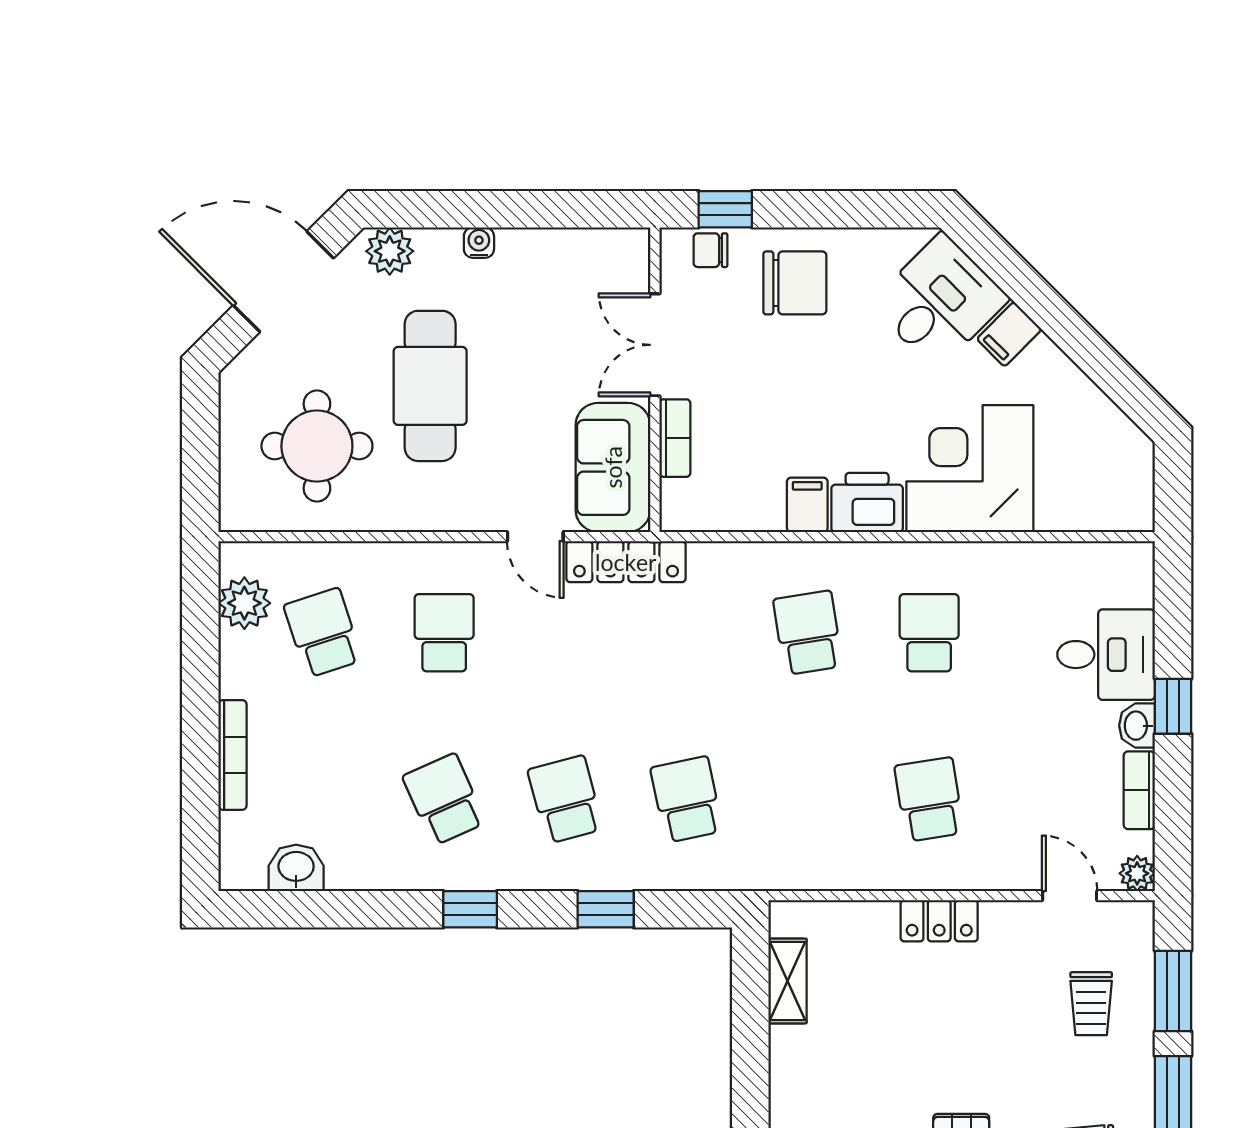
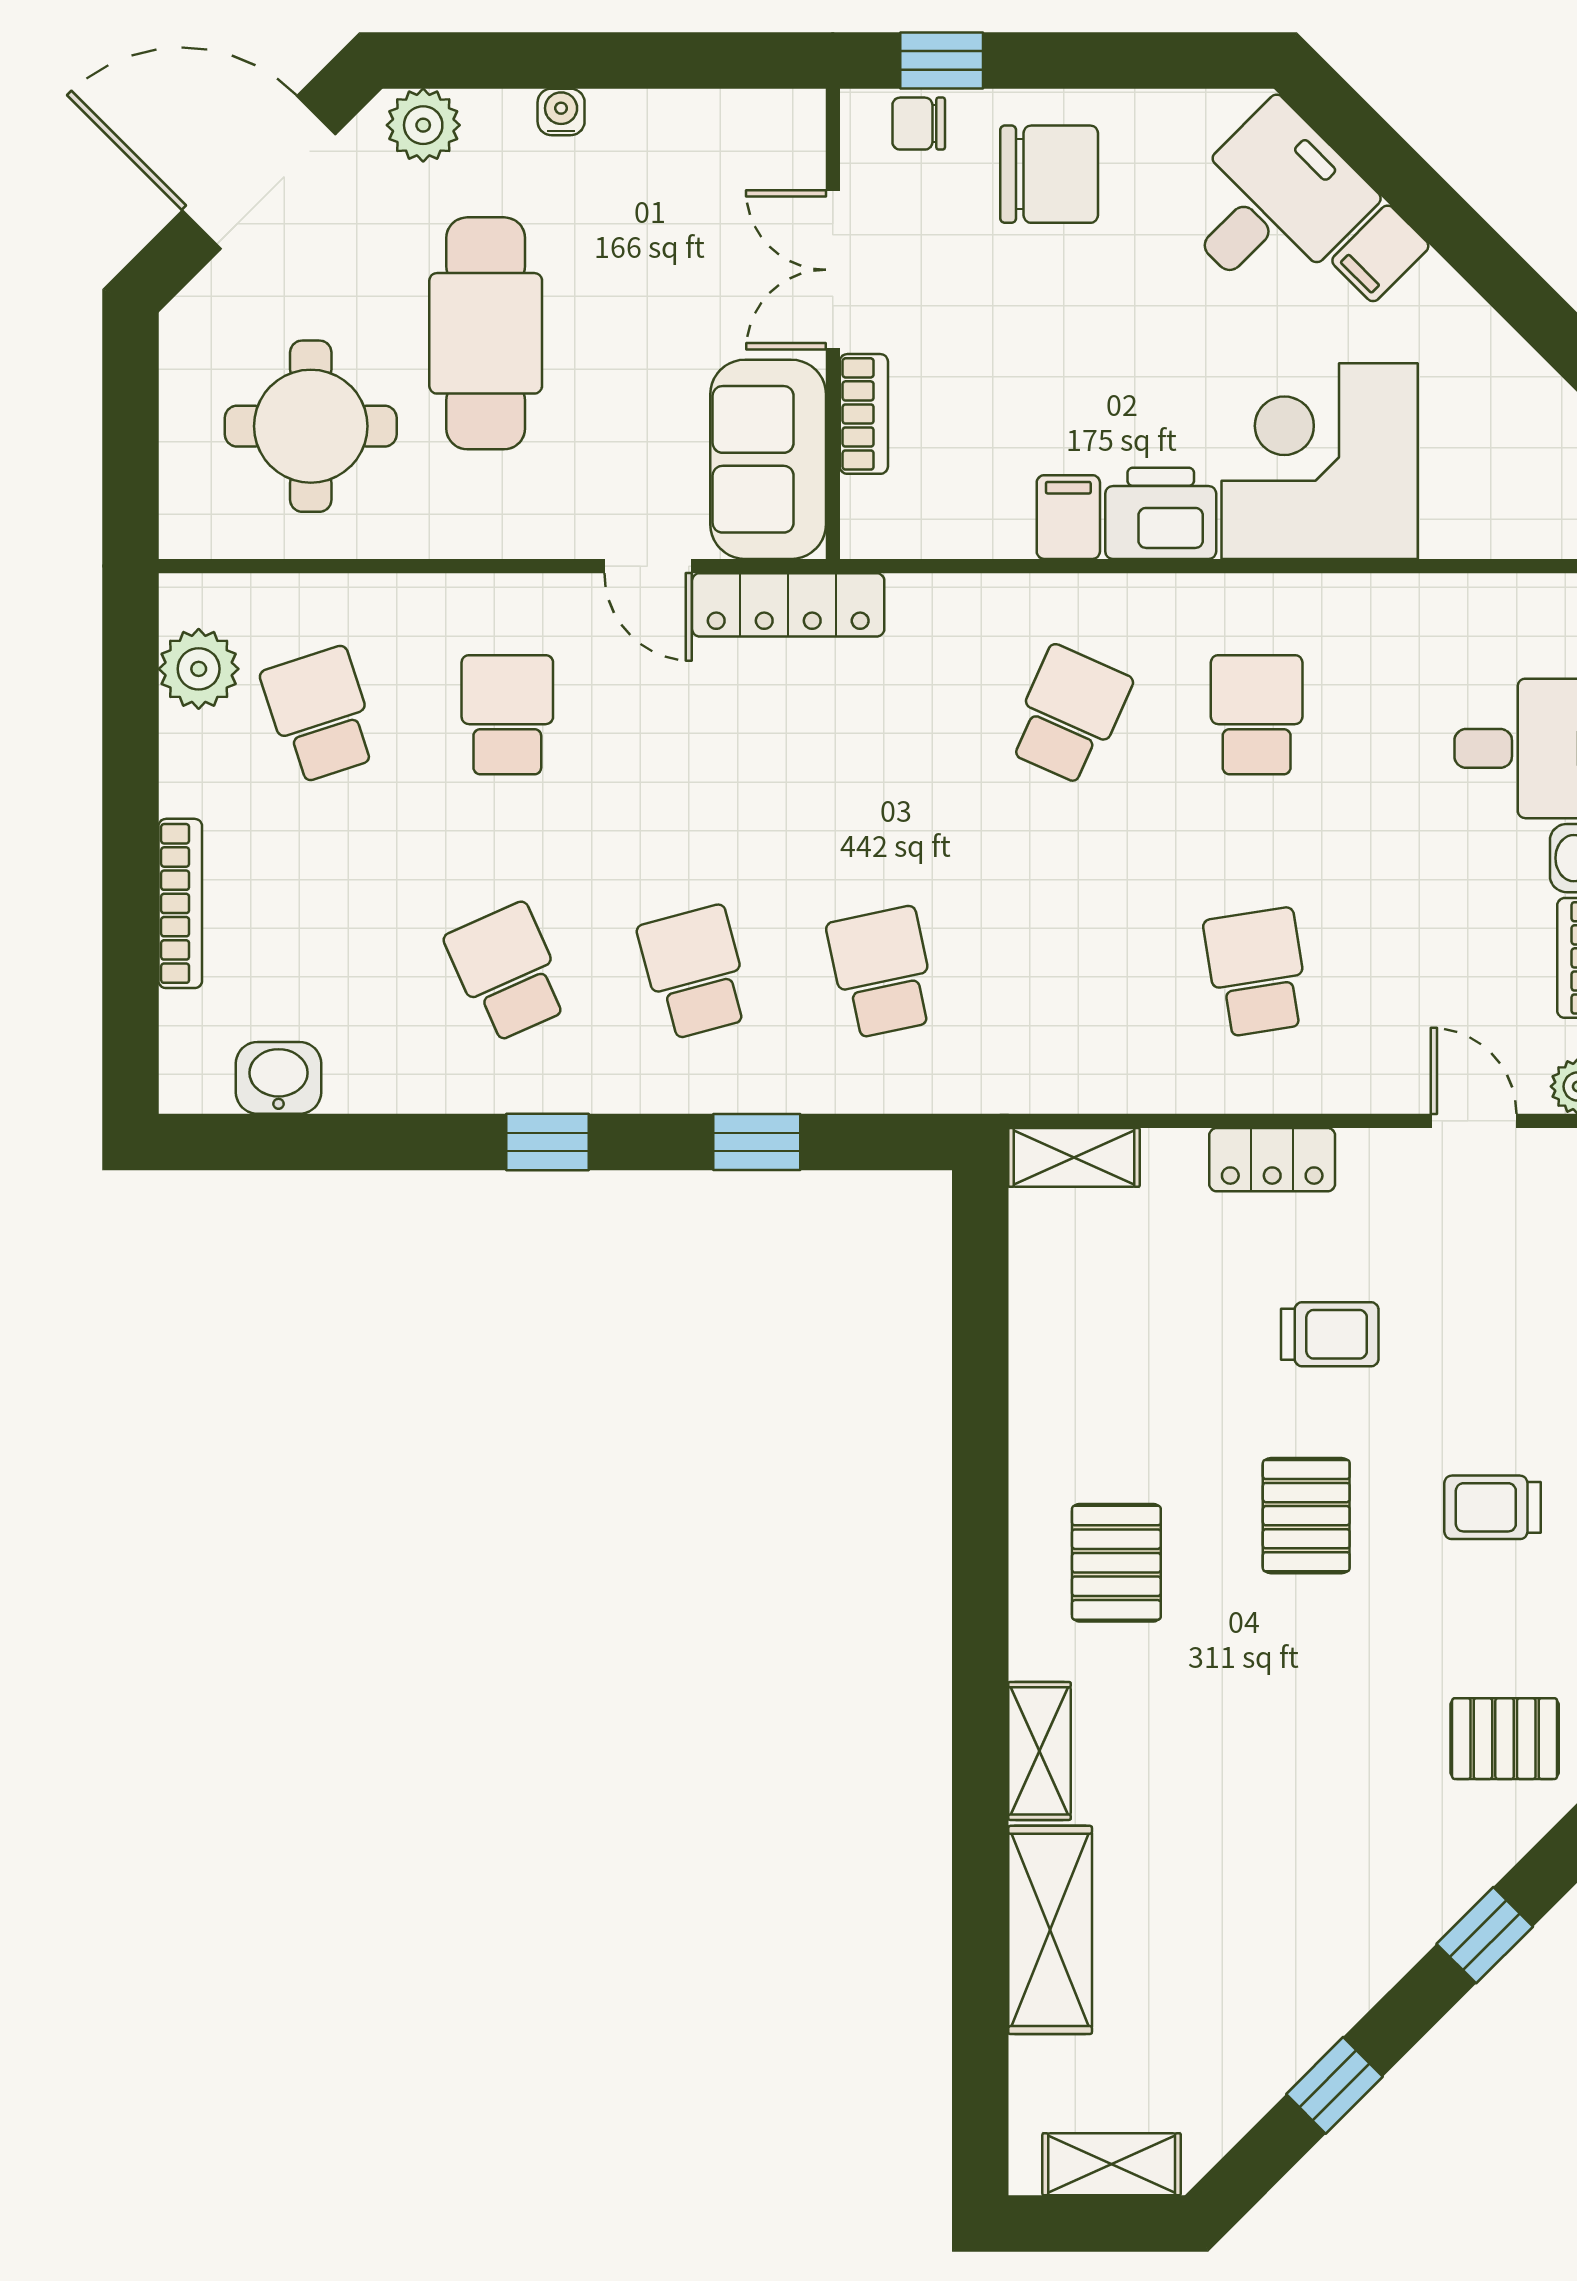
school desk: (808, 633) -> (1069, 715), turned 33
shelving: (788, 981) -> (1074, 1157), moved, turned 90
trolley: (1091, 1004) -> (1330, 1334), moved, turned -90

